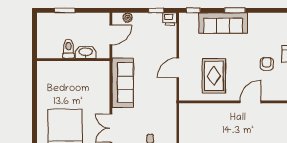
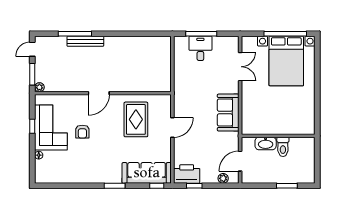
printer: (170, 19) -> (187, 174), width x1.87, depth x1.48
sofa: (223, 23) -> (147, 173), moved
sofa: (123, 83) -> (228, 113), width x0.73

